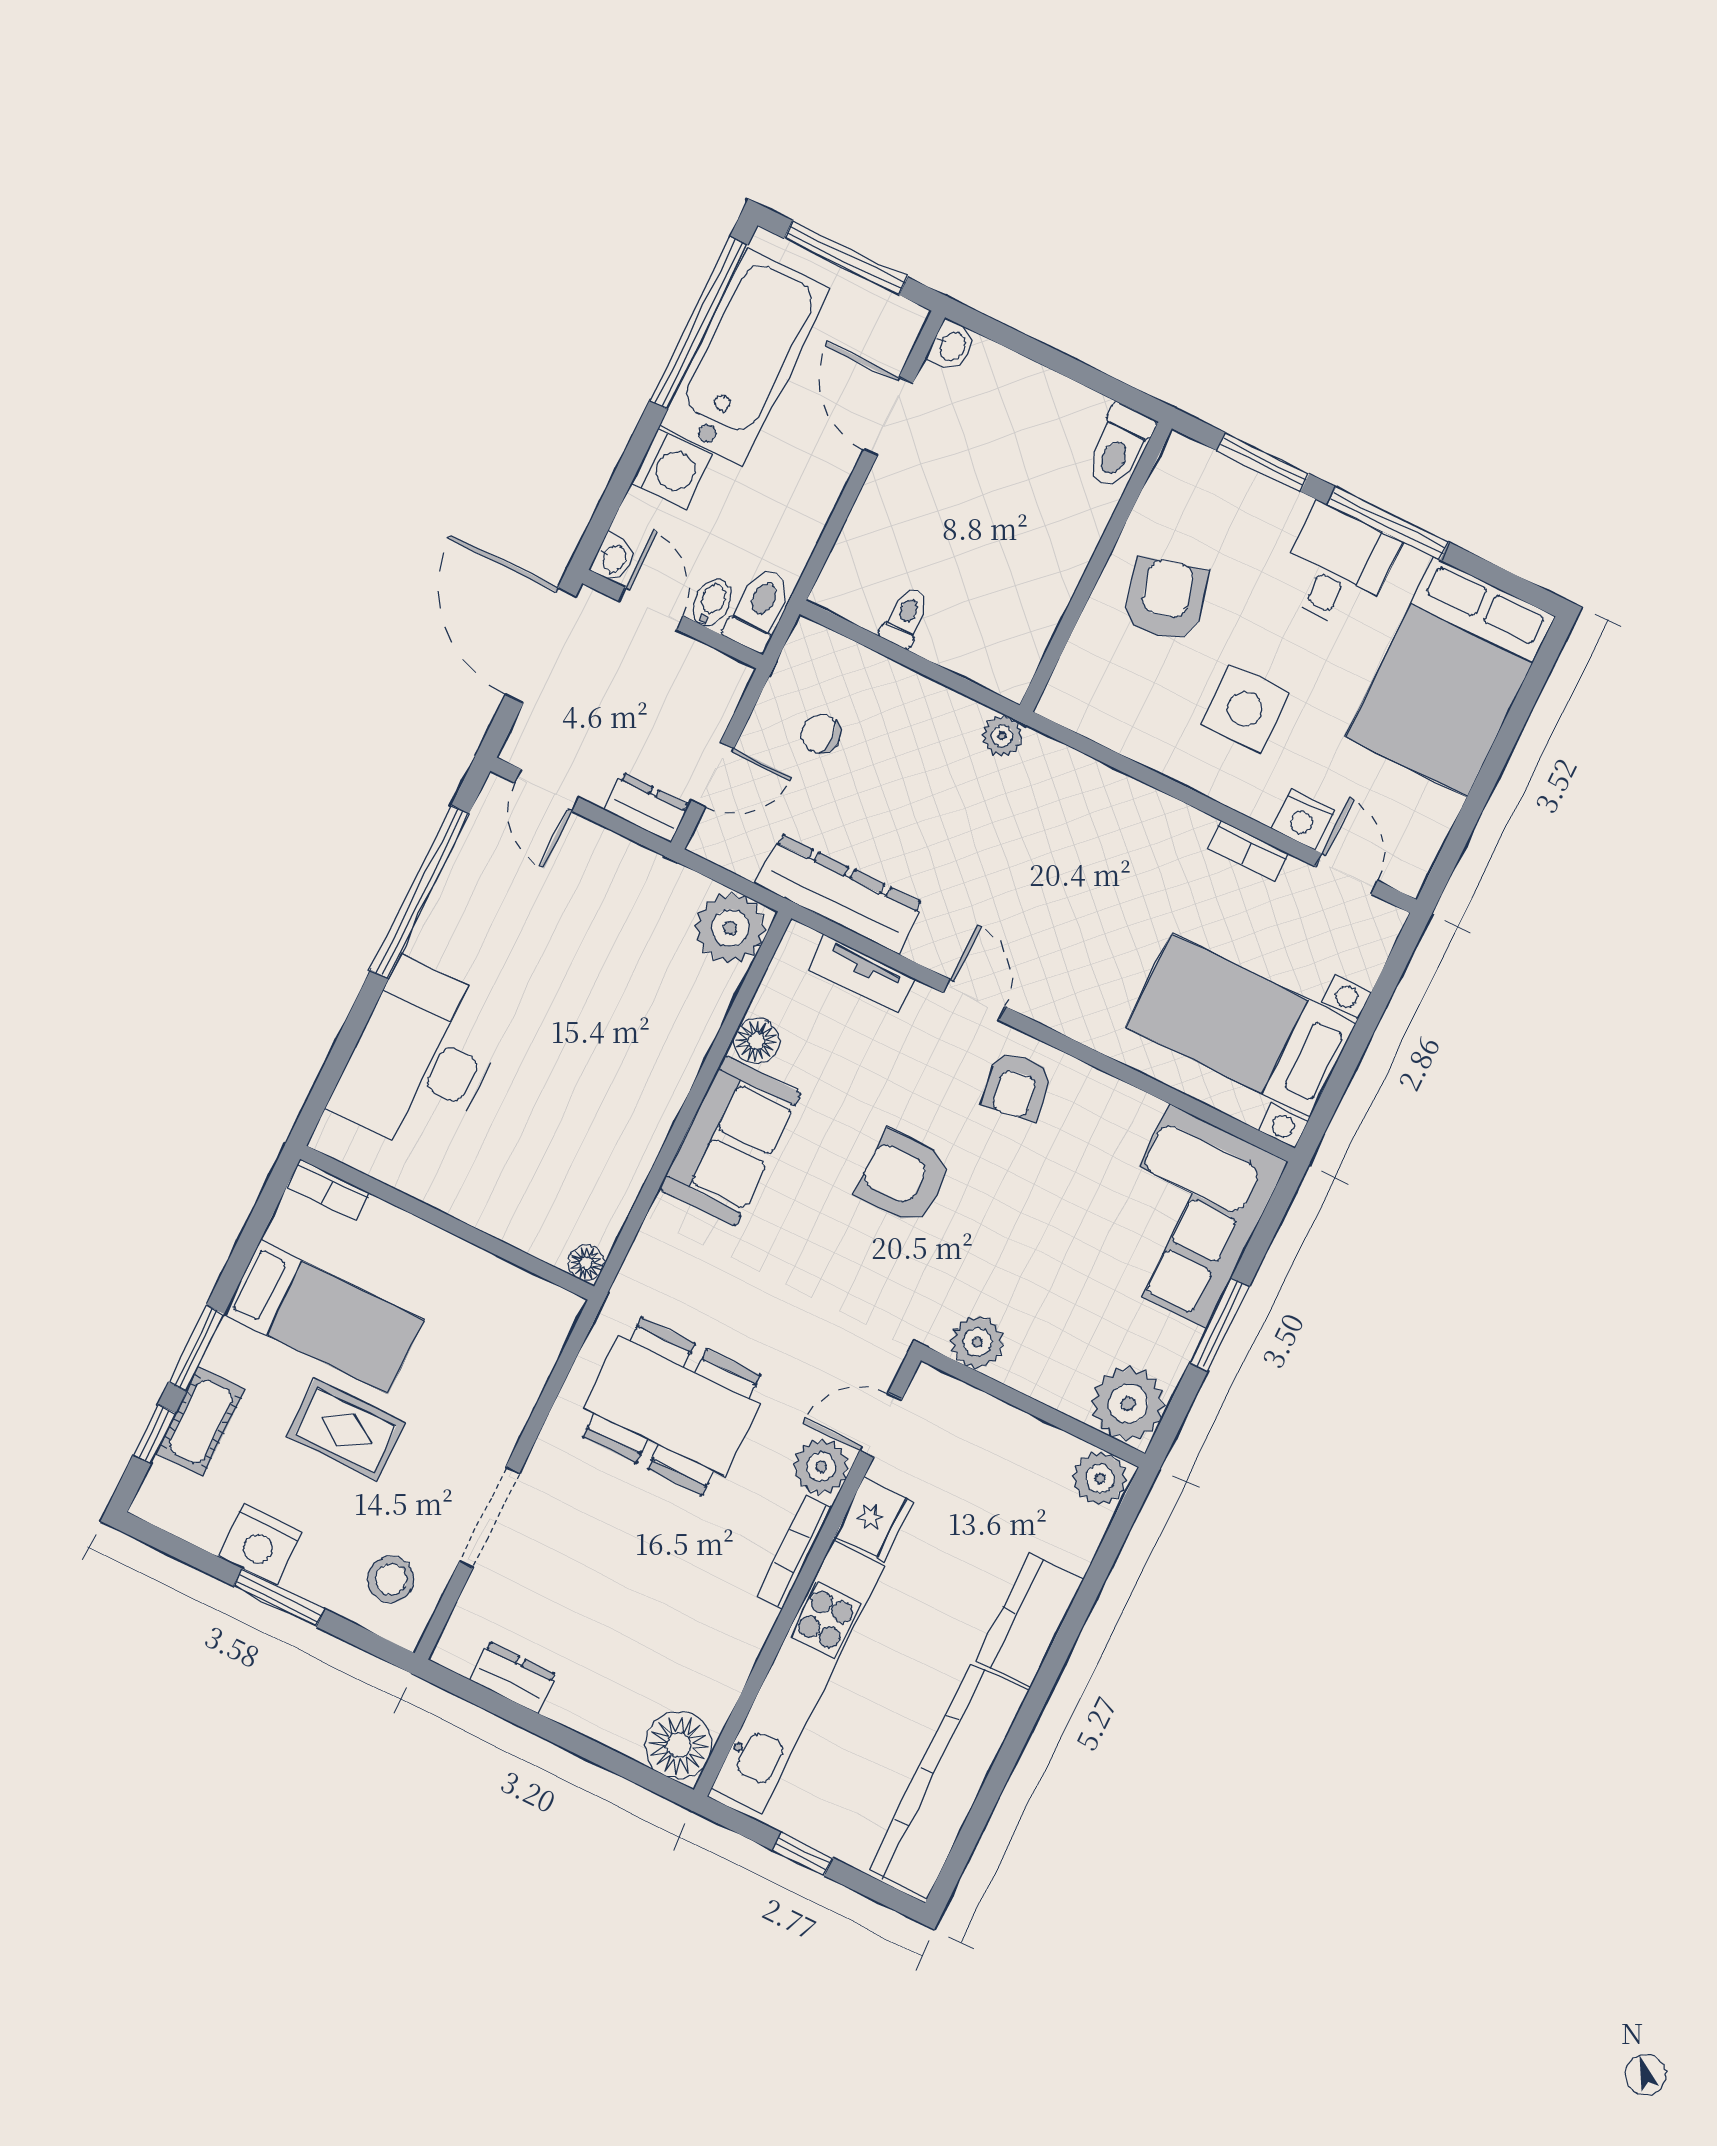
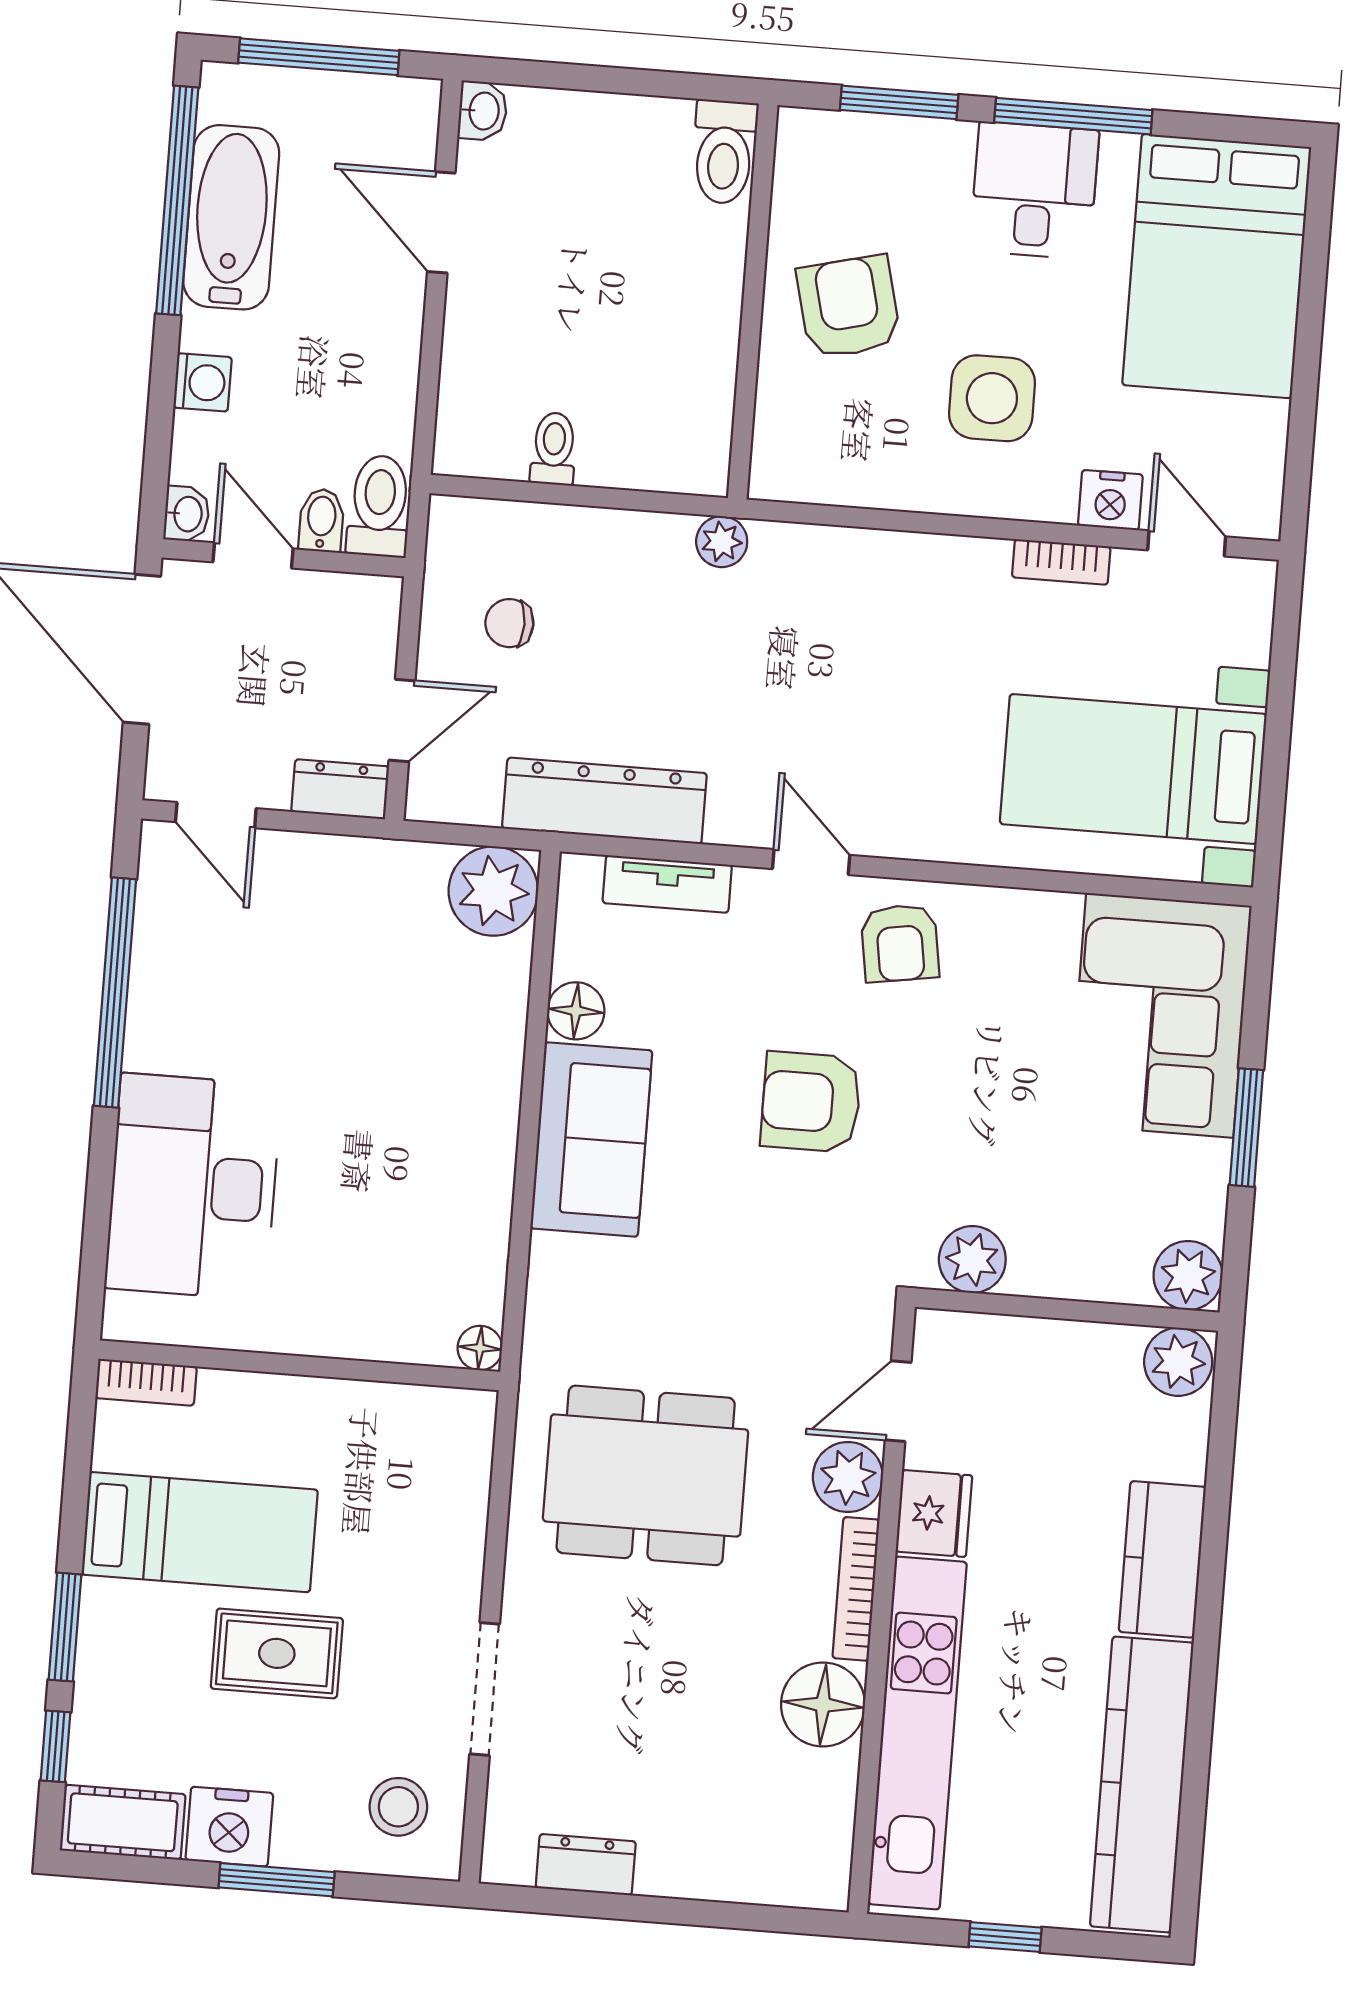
bathtub: (745, 357) -> (231, 217), width x0.73, depth x0.73
washing machine: (671, 469) -> (203, 382), width x0.73, depth x0.73
plant: (1128, 1404) -> (1188, 1275), width x0.73, depth x0.73
cot: (201, 1421) -> (123, 1822), moved, turned 90
floor lamp: (679, 1745) -> (823, 1705), moved

